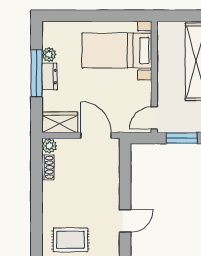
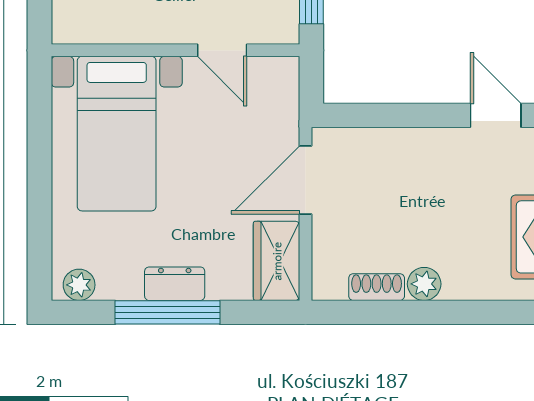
plant: (49, 55) -> (79, 285), moved
door: (154, 118) -> (222, 50), moved
plant: (49, 146) -> (424, 284), moved

